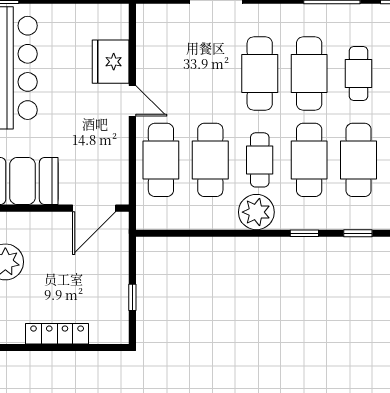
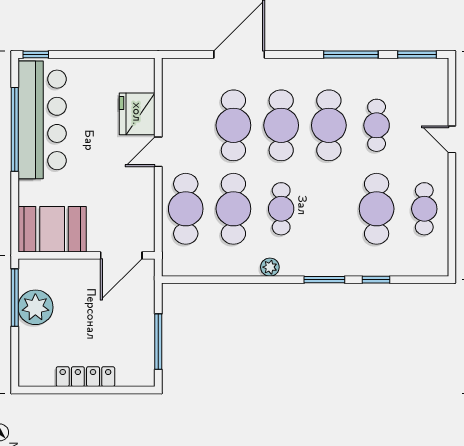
door: (132, 101) -> (158, 152), swing flipped
cafe table: (309, 160) -> (233, 125), moved
plant: (256, 212) -> (270, 267), width x0.53, depth x0.53
window: (304, 233) -> (324, 280), width x1.50
window: (132, 297) -> (158, 342), width x2.17

